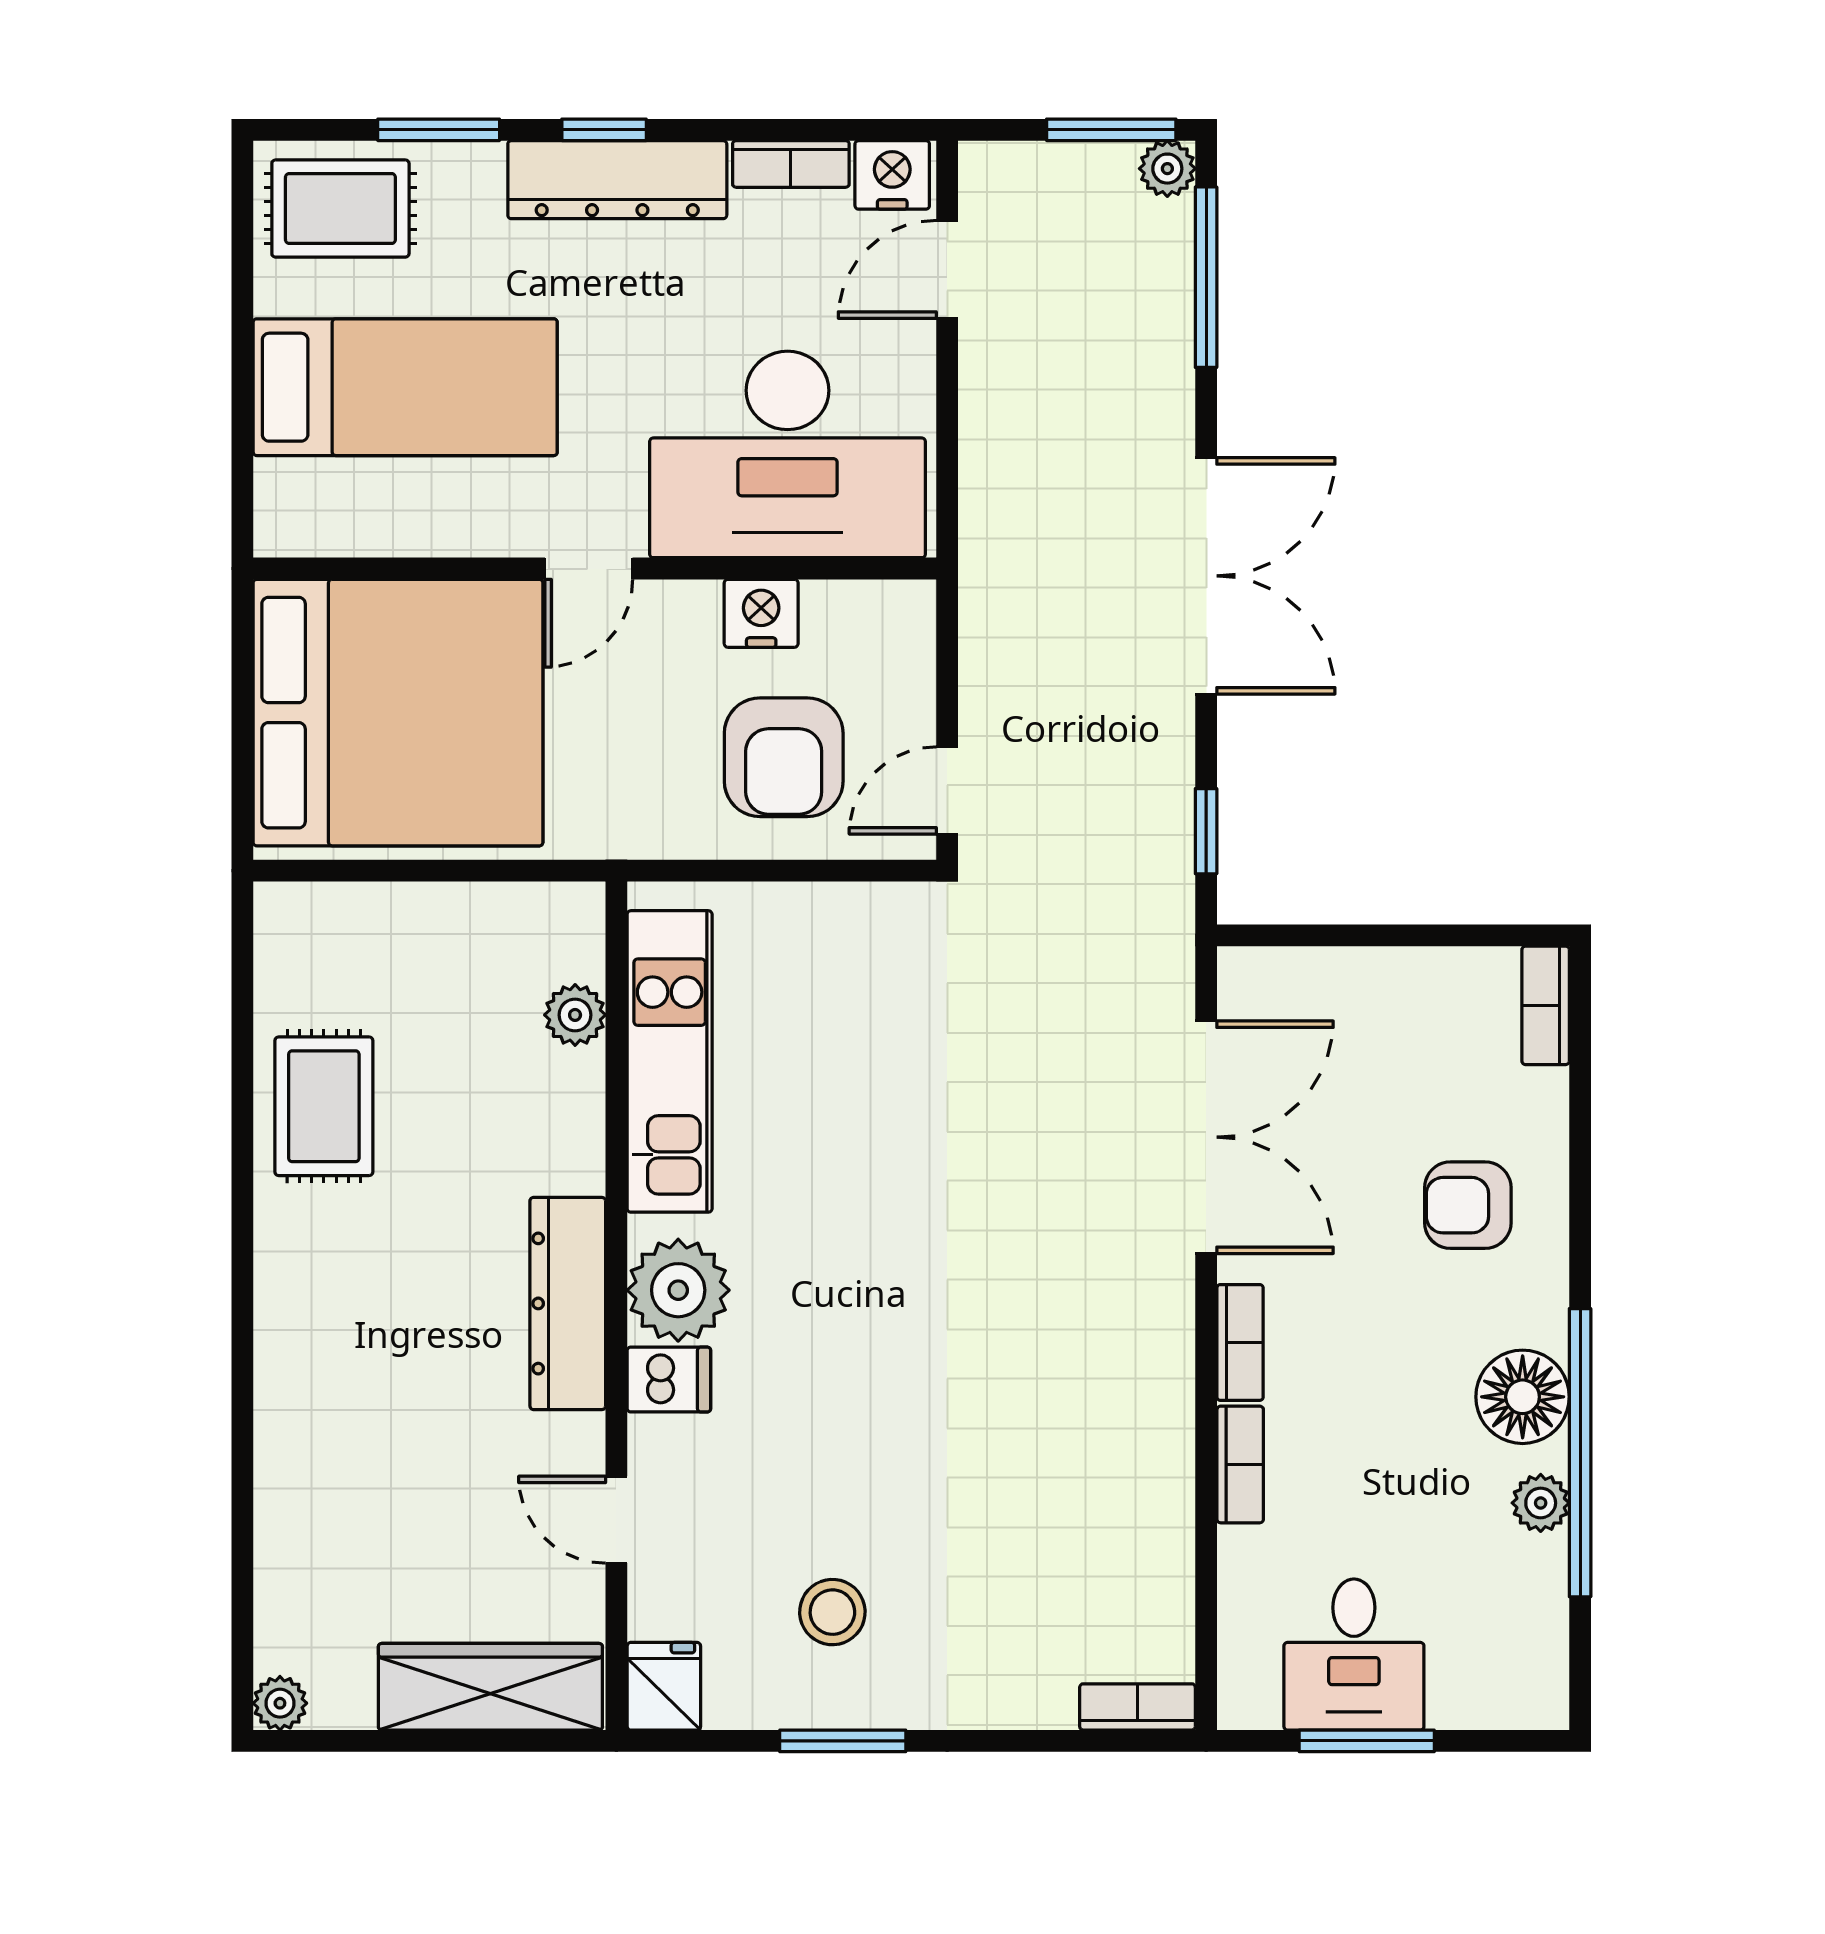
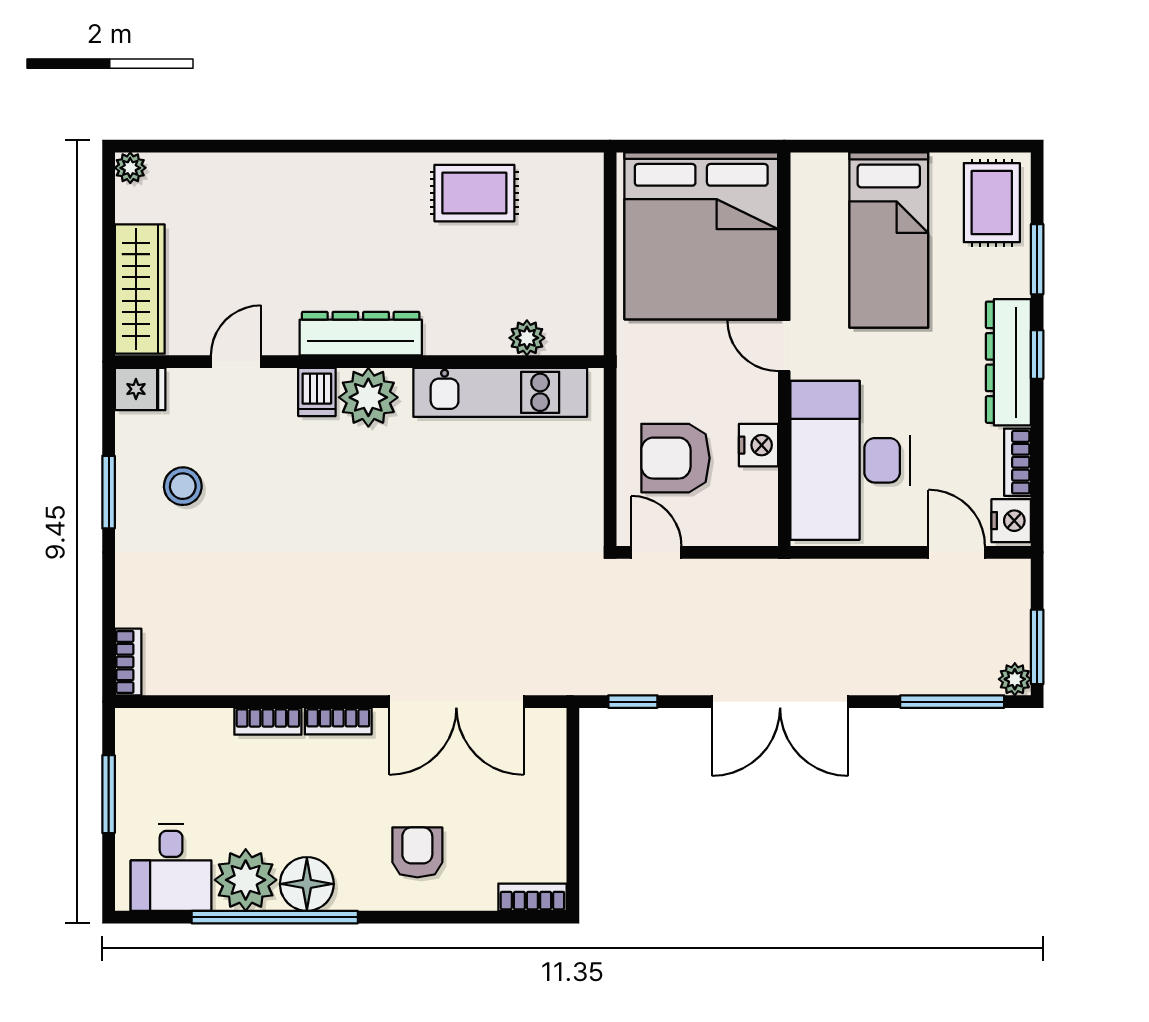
plant: (1541, 1503) -> (246, 880), width x1.87, depth x1.87
desk: (1354, 1655) -> (171, 867), moved, turned -90

